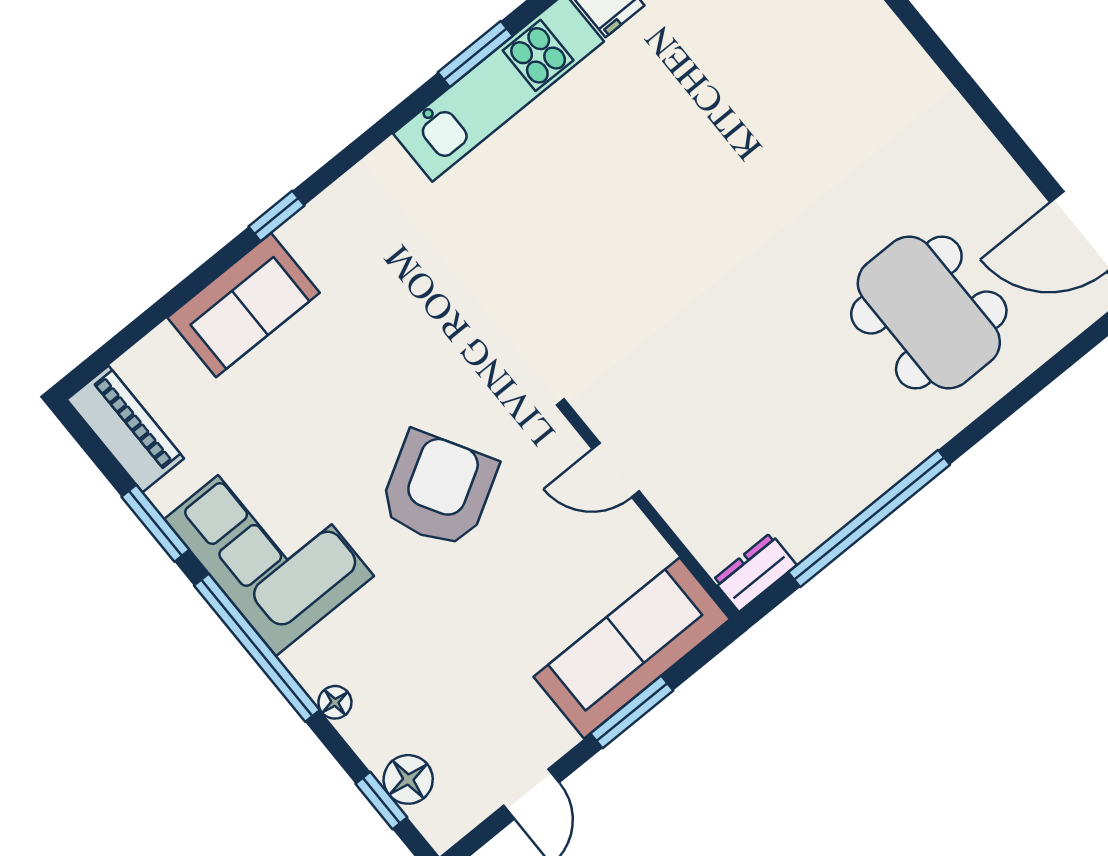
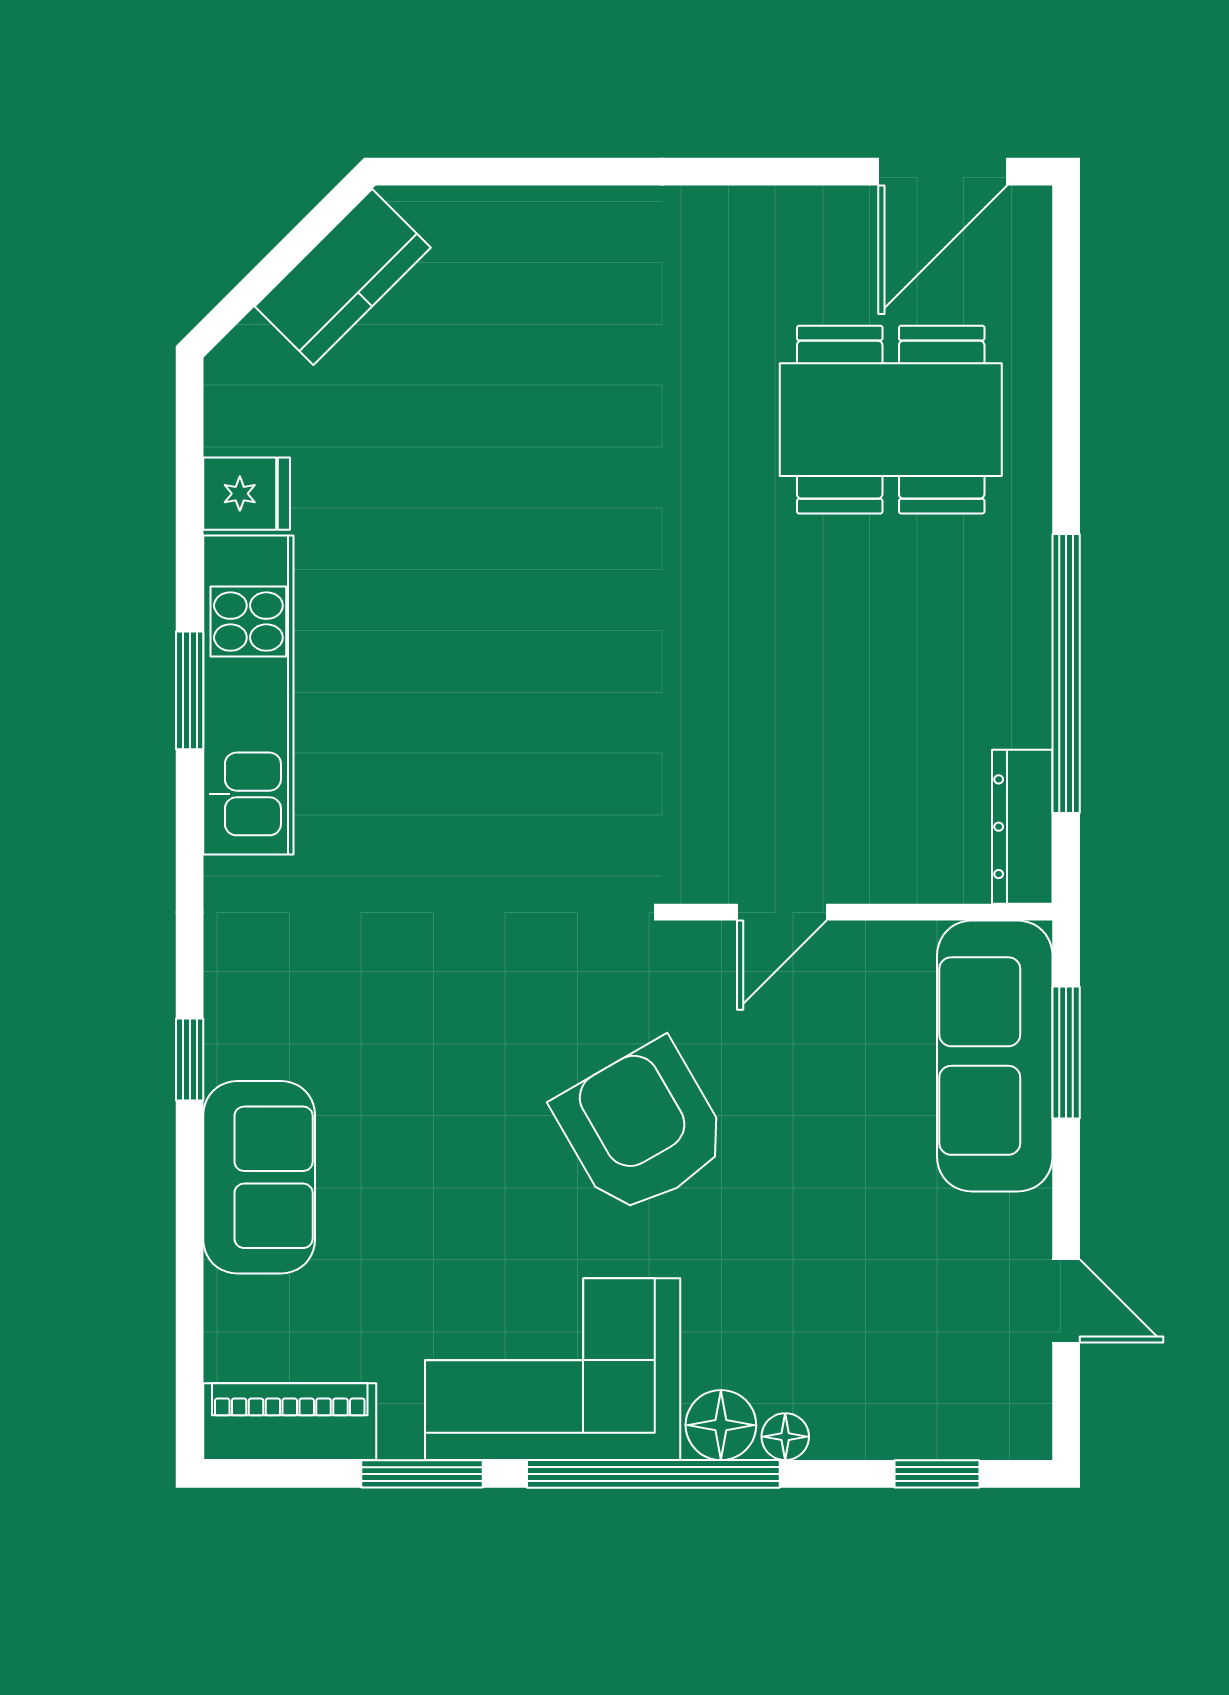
dresser: (755, 572) -> (1022, 827), width x1.44
window: (632, 712) -> (1066, 1052), moved
floor lamp: (408, 779) -> (721, 1425), moved

